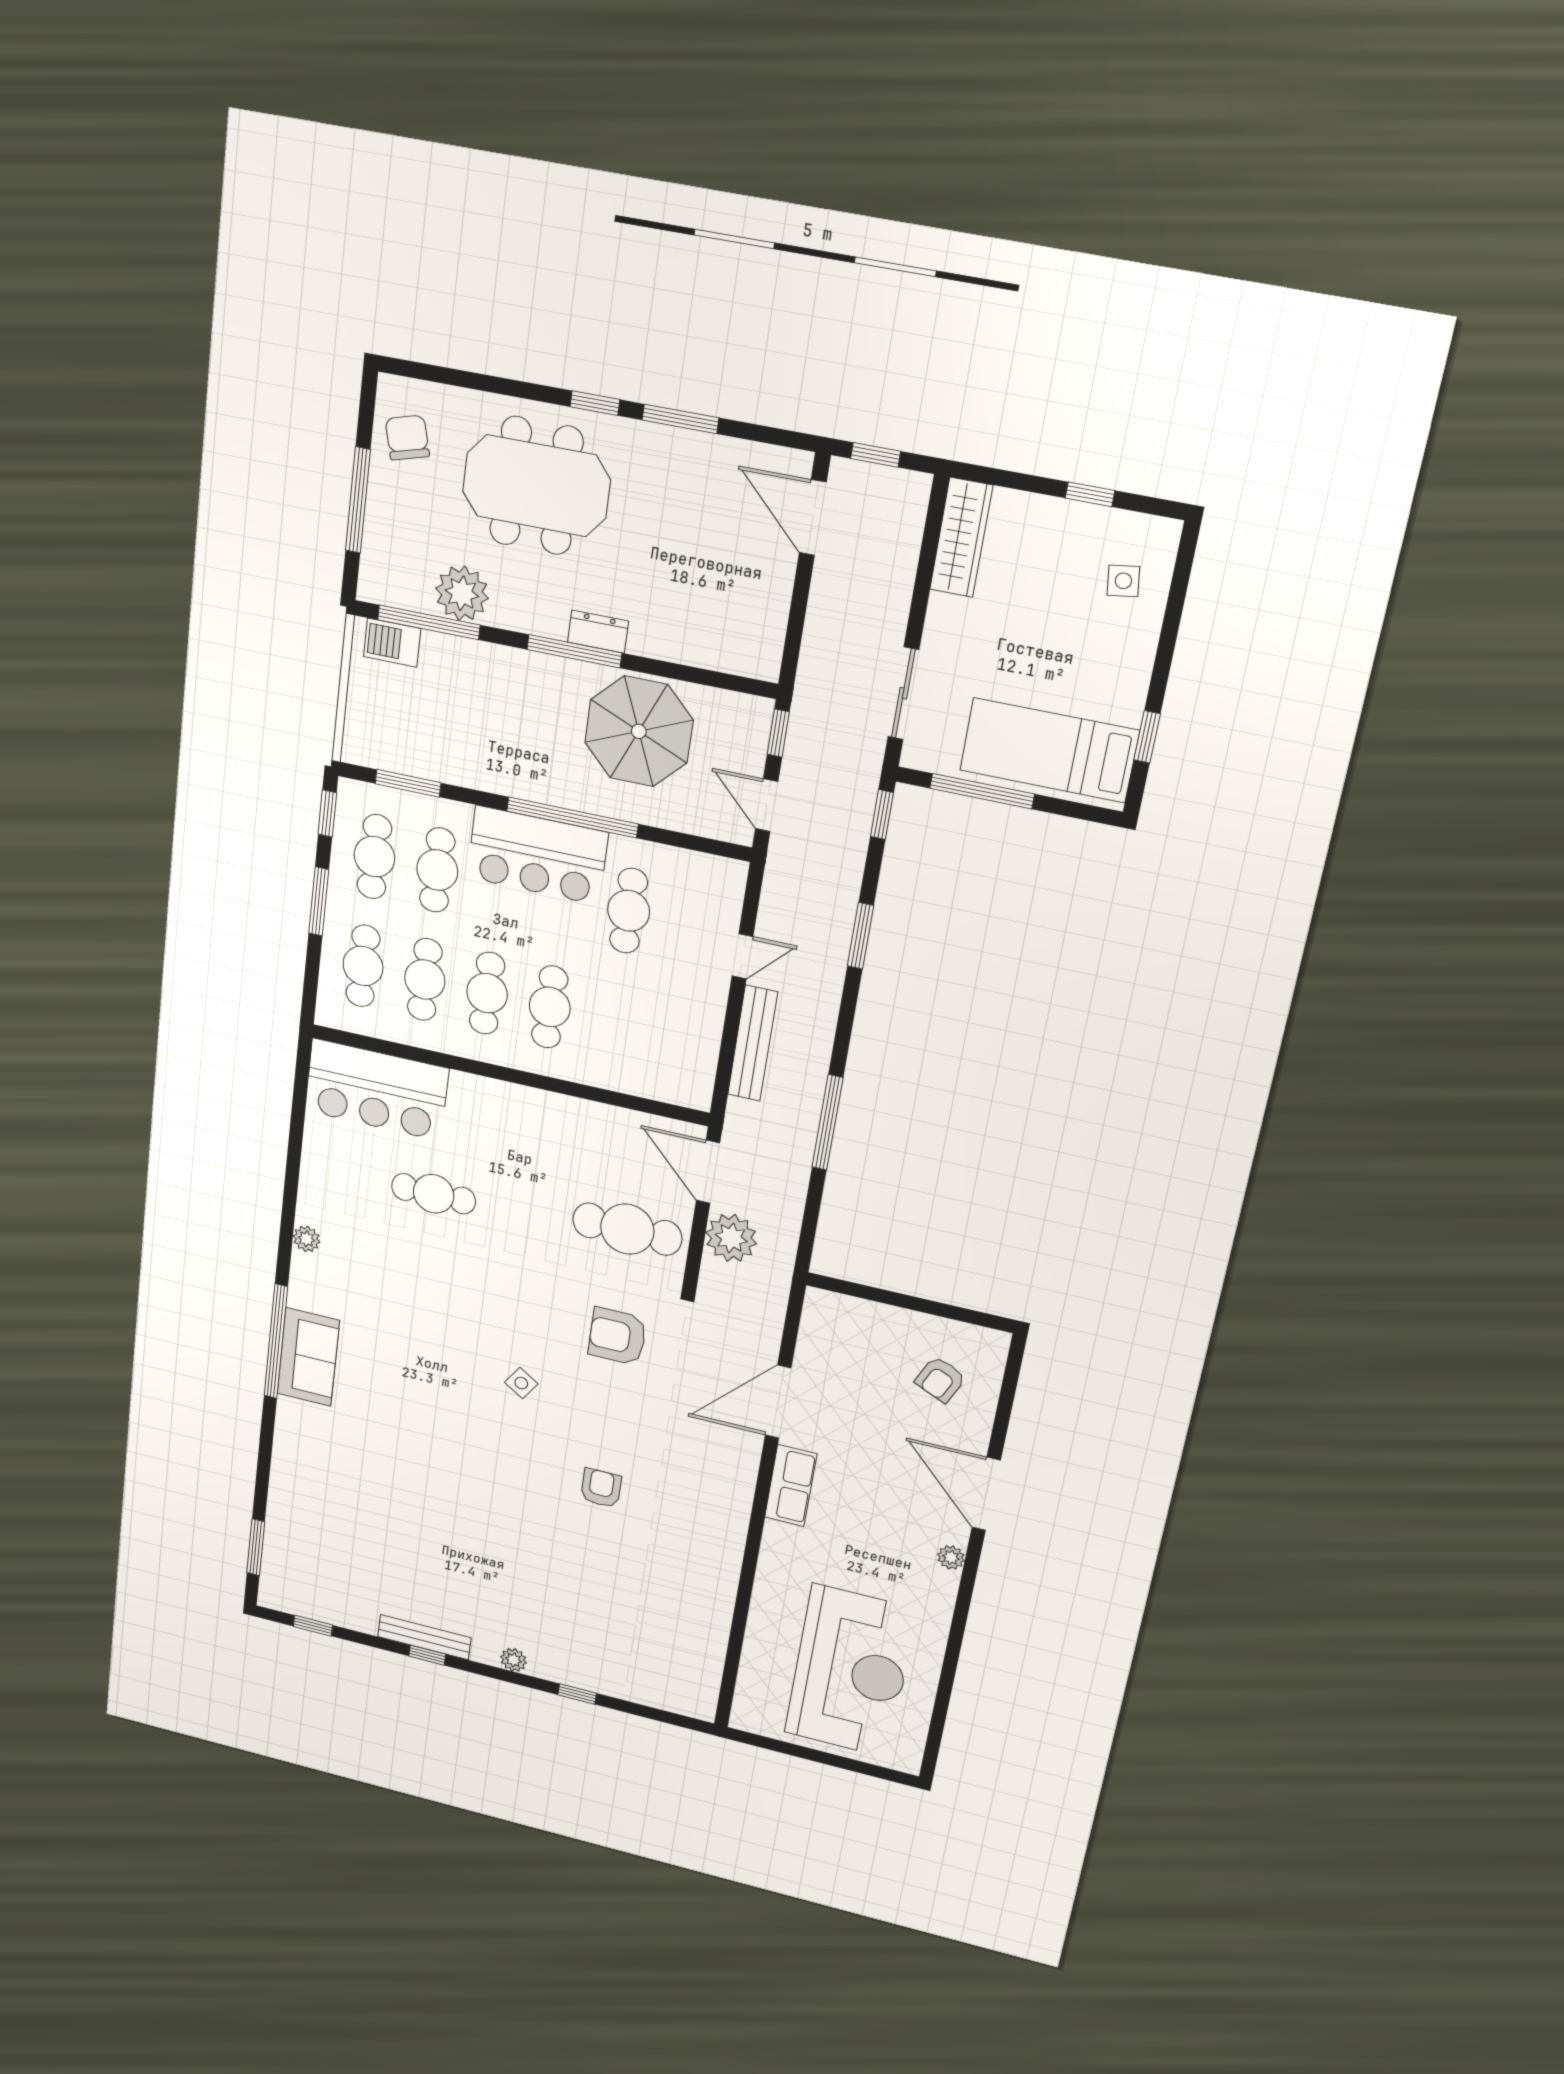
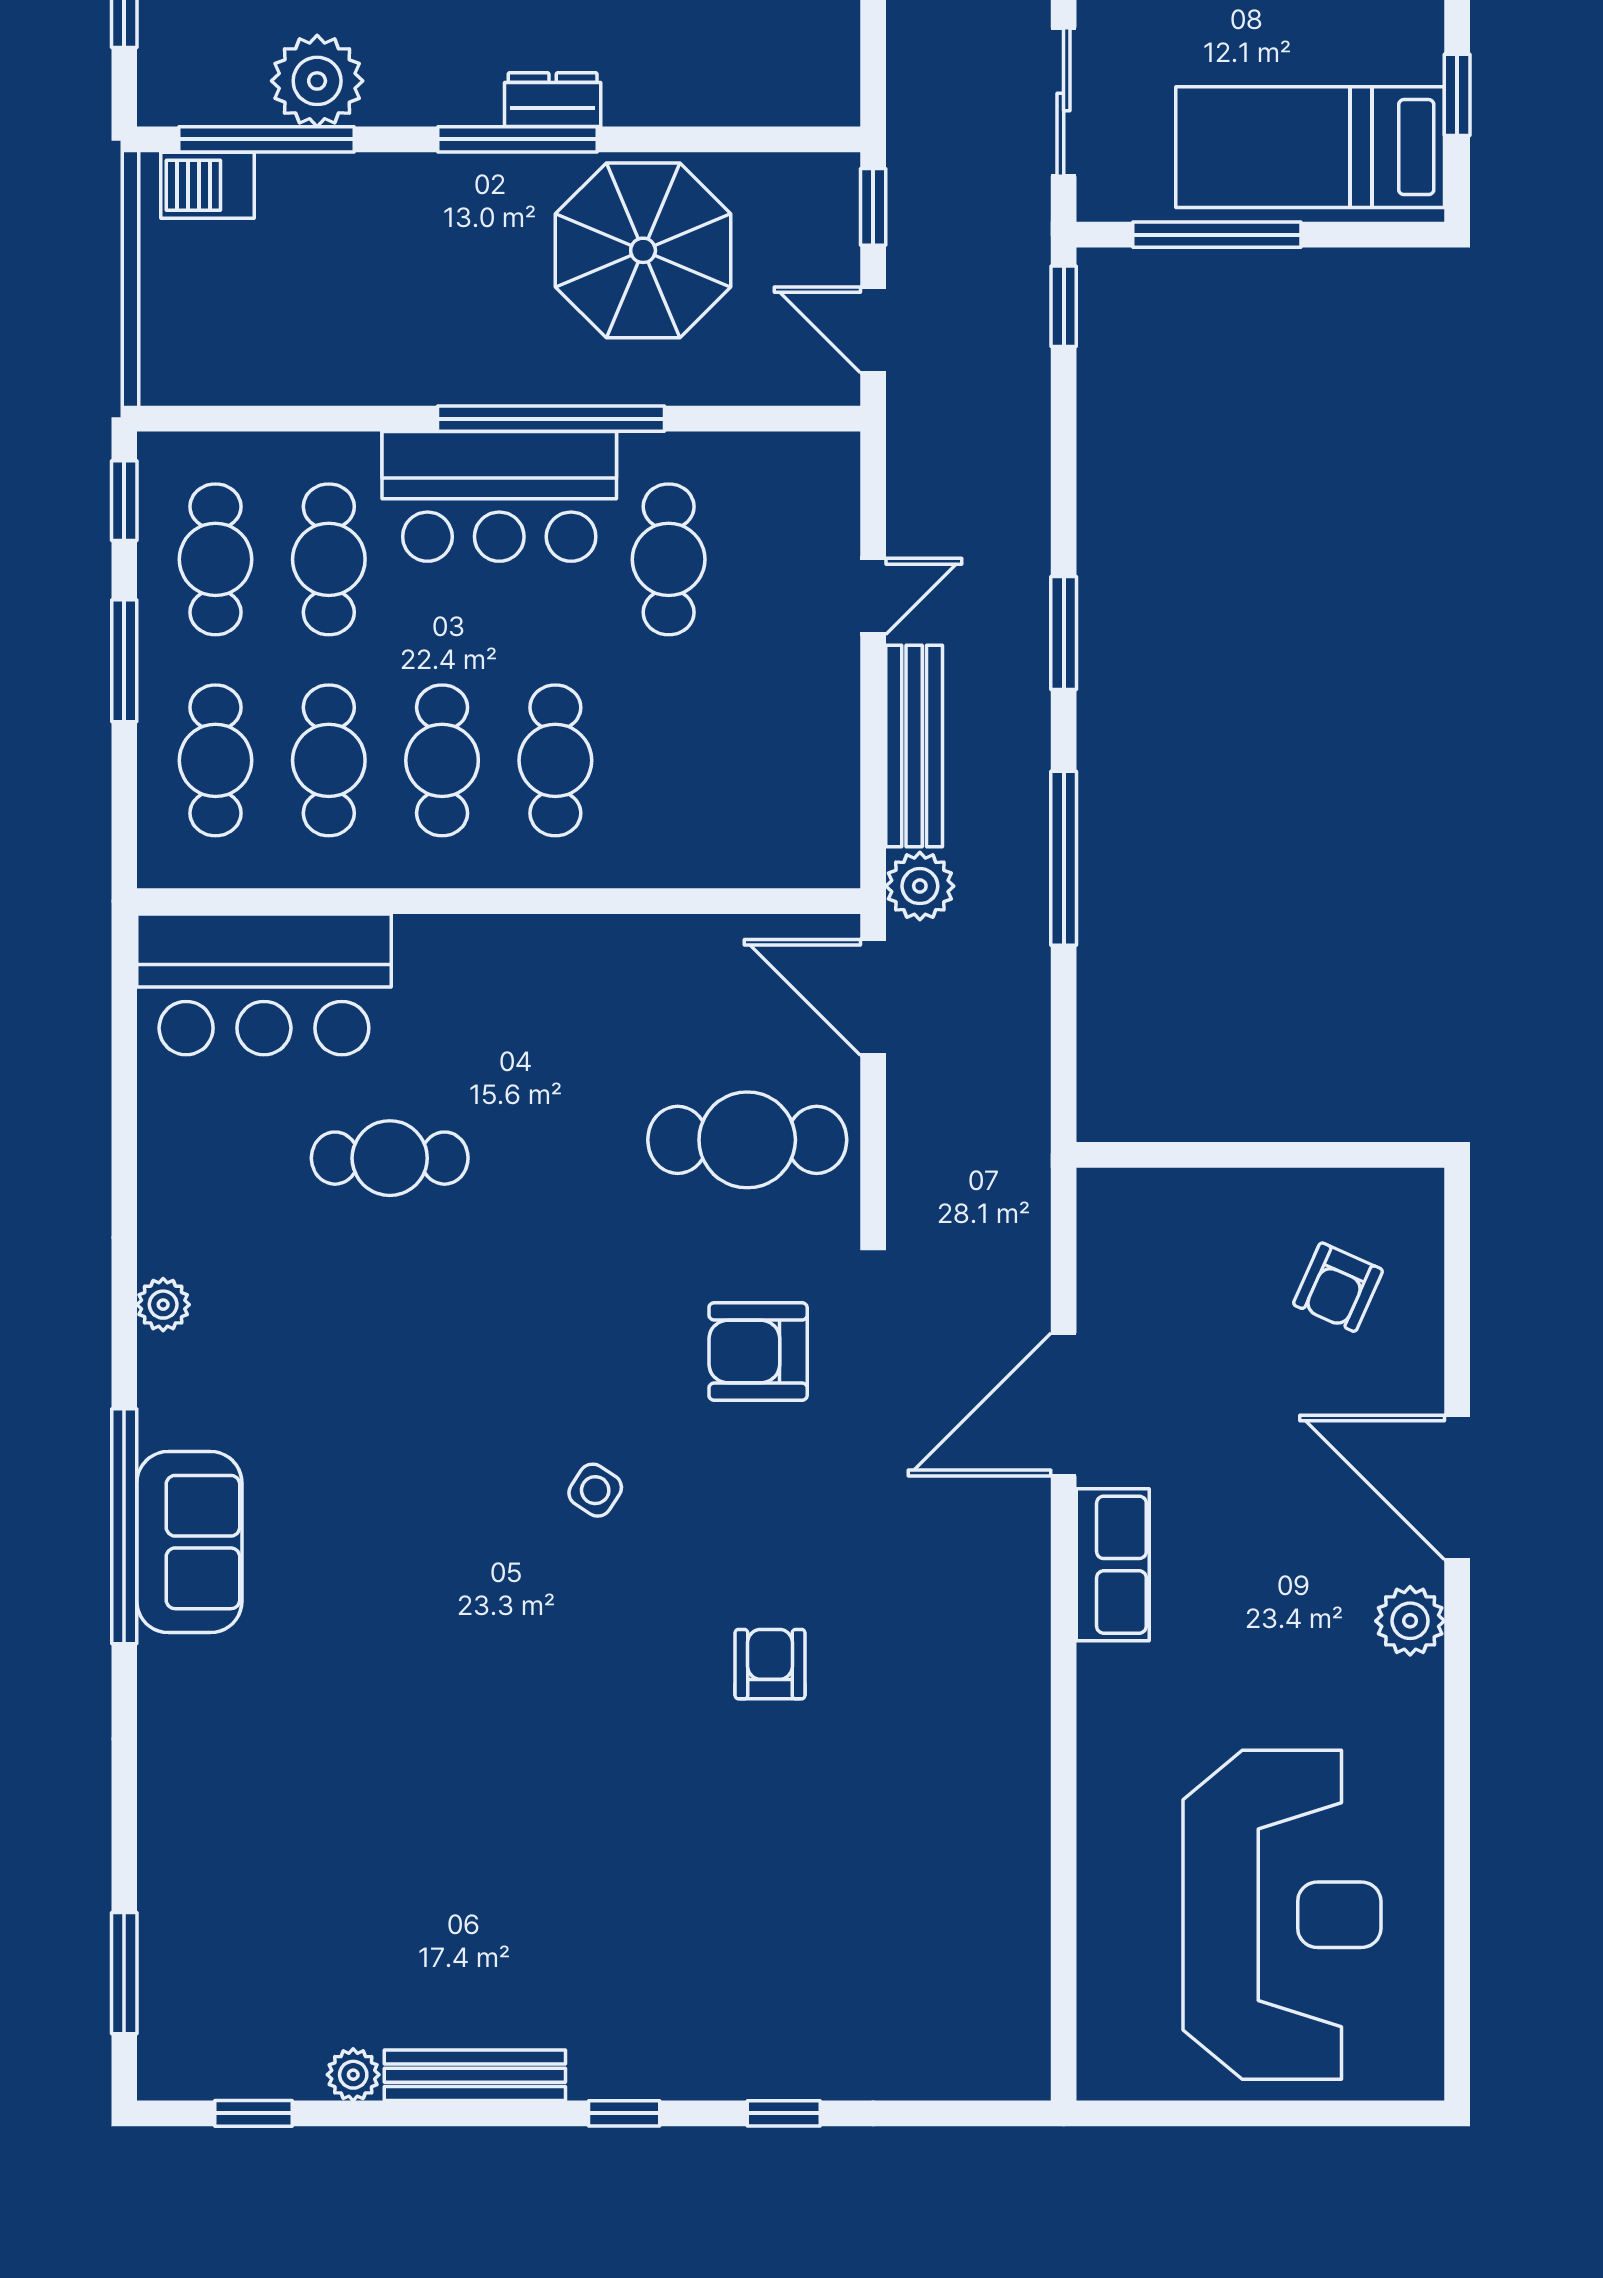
window: (408, 783) -> (261, 419), removed
window: (860, 936) -> (1064, 633), moved
plant: (731, 1238) -> (920, 886), moved, width x0.73, depth x0.73
plant: (951, 1557) -> (1410, 1621), width x1.38, depth x1.38
window: (427, 1655) -> (624, 2113), moved
plant: (514, 1660) -> (353, 2075), moved

